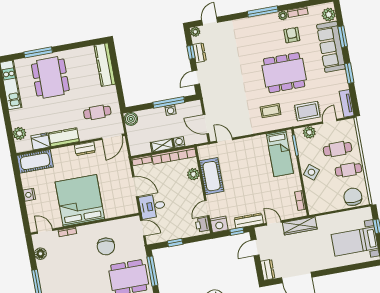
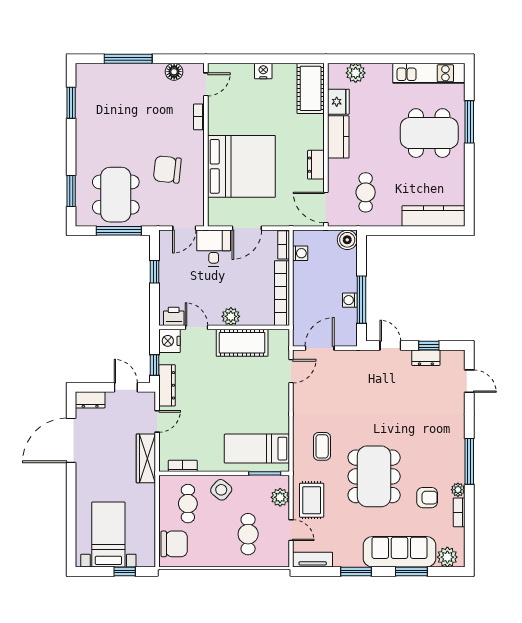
plant: (195, 32) -> (458, 357), removed
washing machine: (179, 142) -> (300, 253), moved
shelving: (162, 145) -> (300, 279), removed
cafe table: (348, 170) -> (188, 504), moved
plant: (193, 174) -> (231, 316), moved
bed: (80, 201) -> (241, 166), moved

